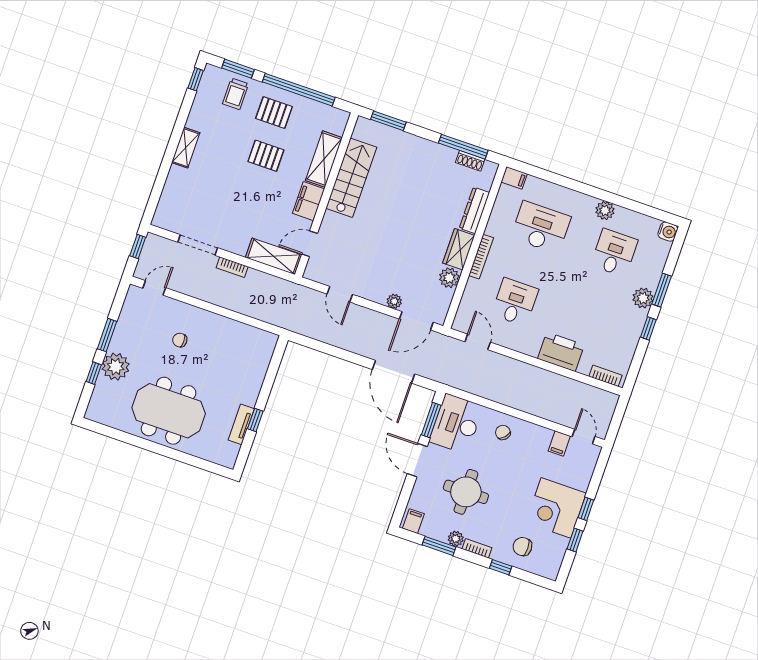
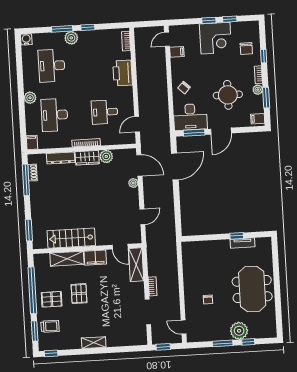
pallet: (274, 113) -> (52, 299), turned 90
plant: (605, 211) -> (30, 98), moved
desk: (614, 253) -> (52, 66), width x1.37

